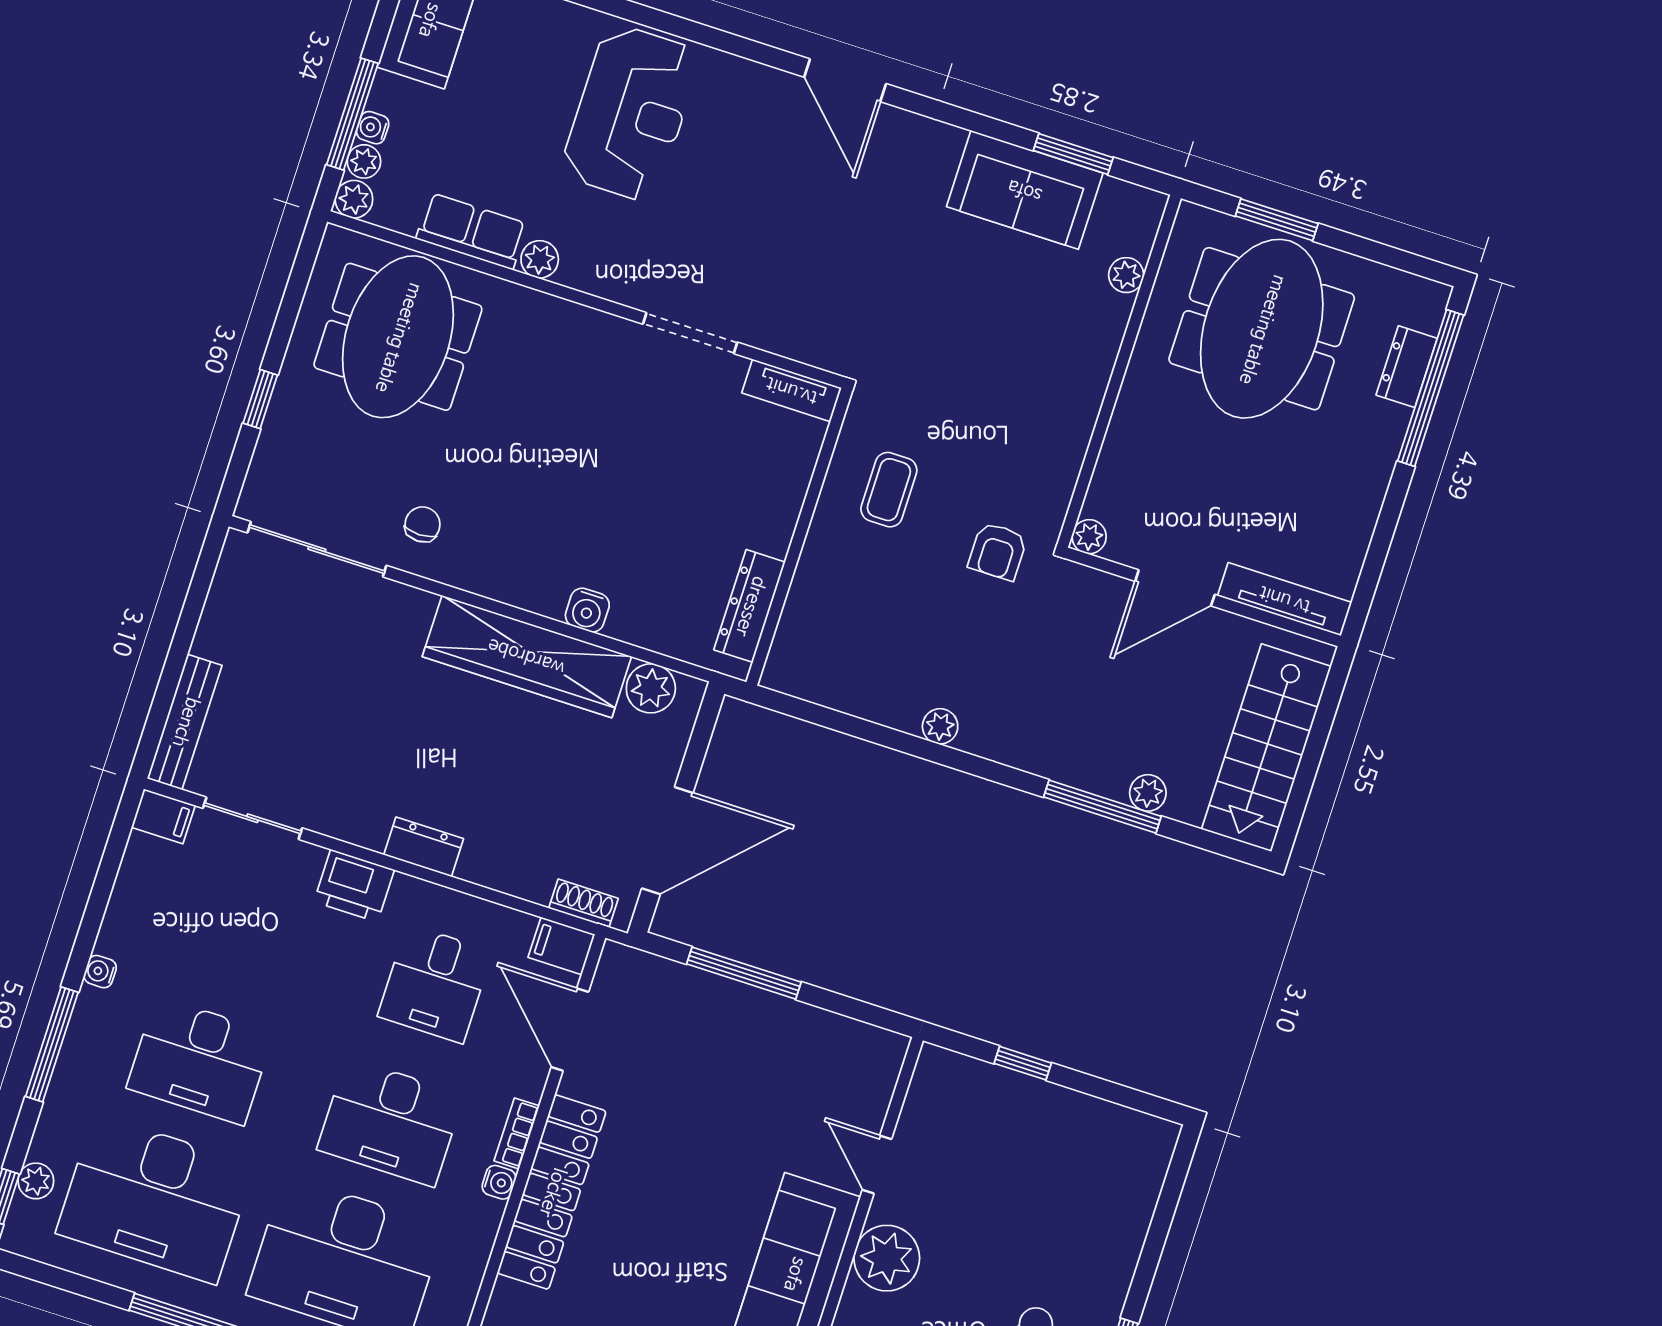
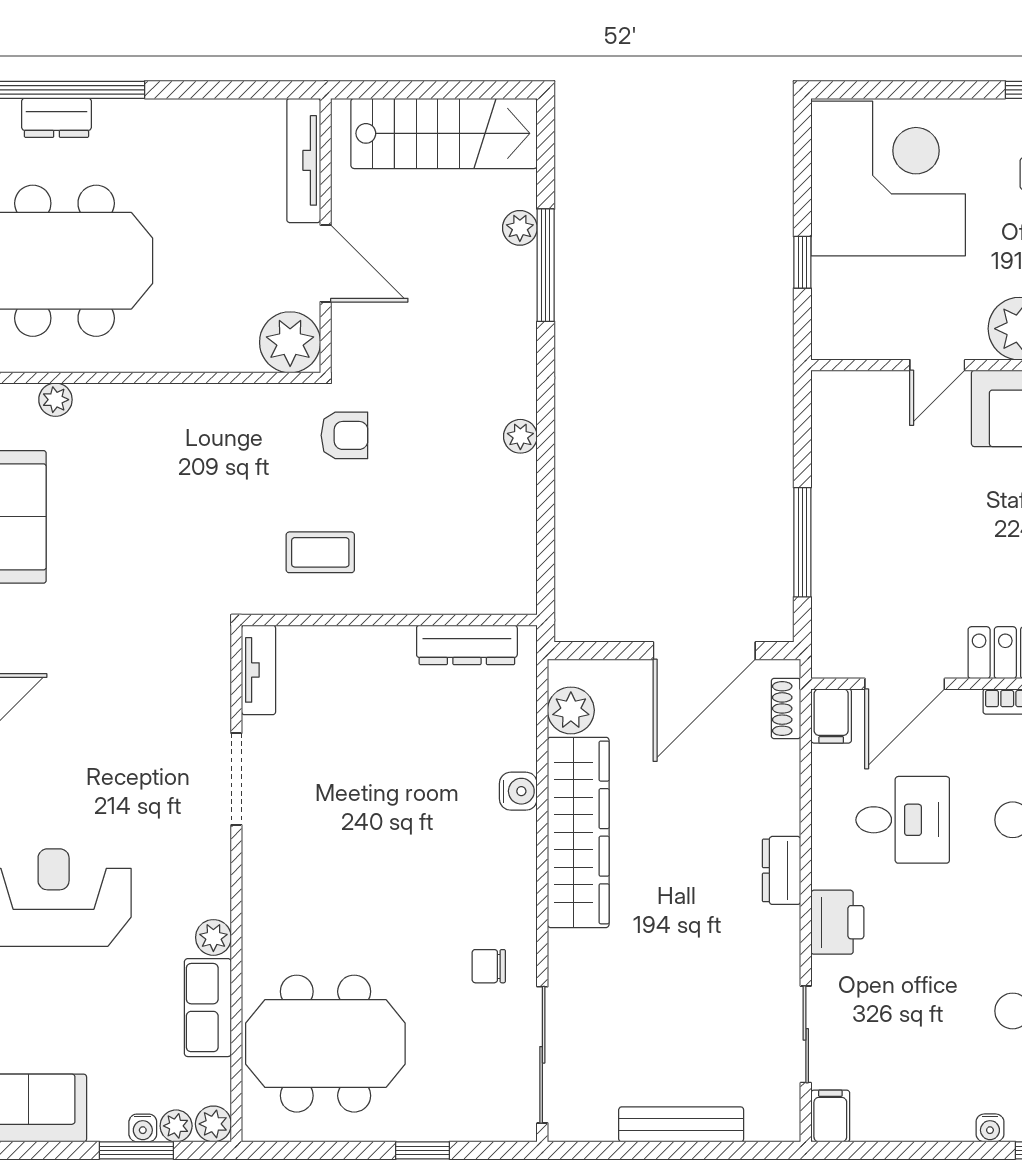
window: (352, 114) -> (136, 1150), width x0.69
plant: (1089, 537) -> (290, 342), width x1.87, depth x1.87
bench: (185, 722) -> (681, 1124), moved
door: (667, 841) -> (704, 651), swing flipped
corner desk: (1079, 1176) -> (888, 179), added

